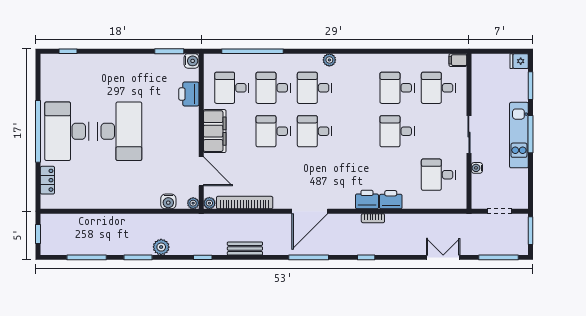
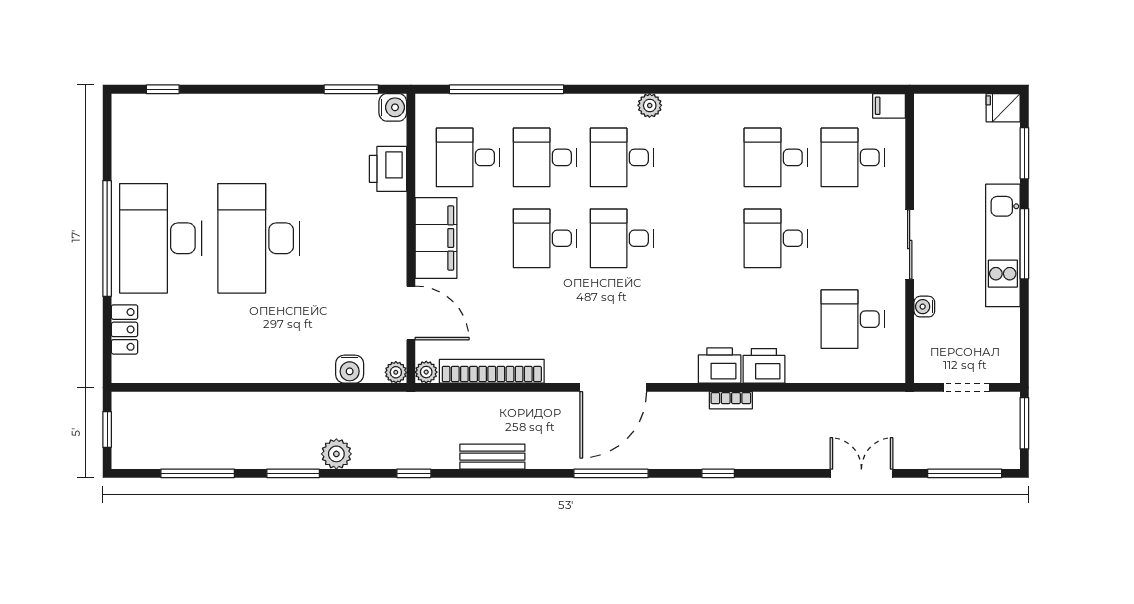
desk: (120, 131) -> (259, 238), turned 180

